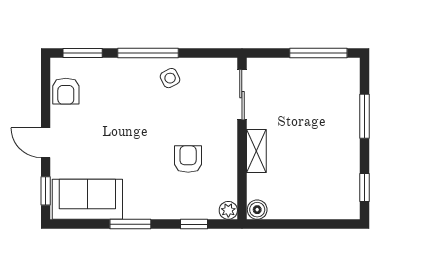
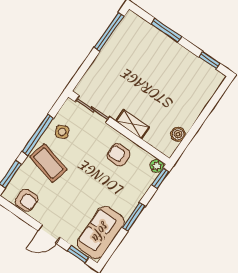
coffee table: (124, 87) -> (48, 163), added
sliding door: (242, 95) -> (93, 109), moved
wall: (242, 139) -> (119, 128), moved
shelving: (256, 151) -> (133, 124), moved
plant: (228, 210) -> (157, 166), moved

